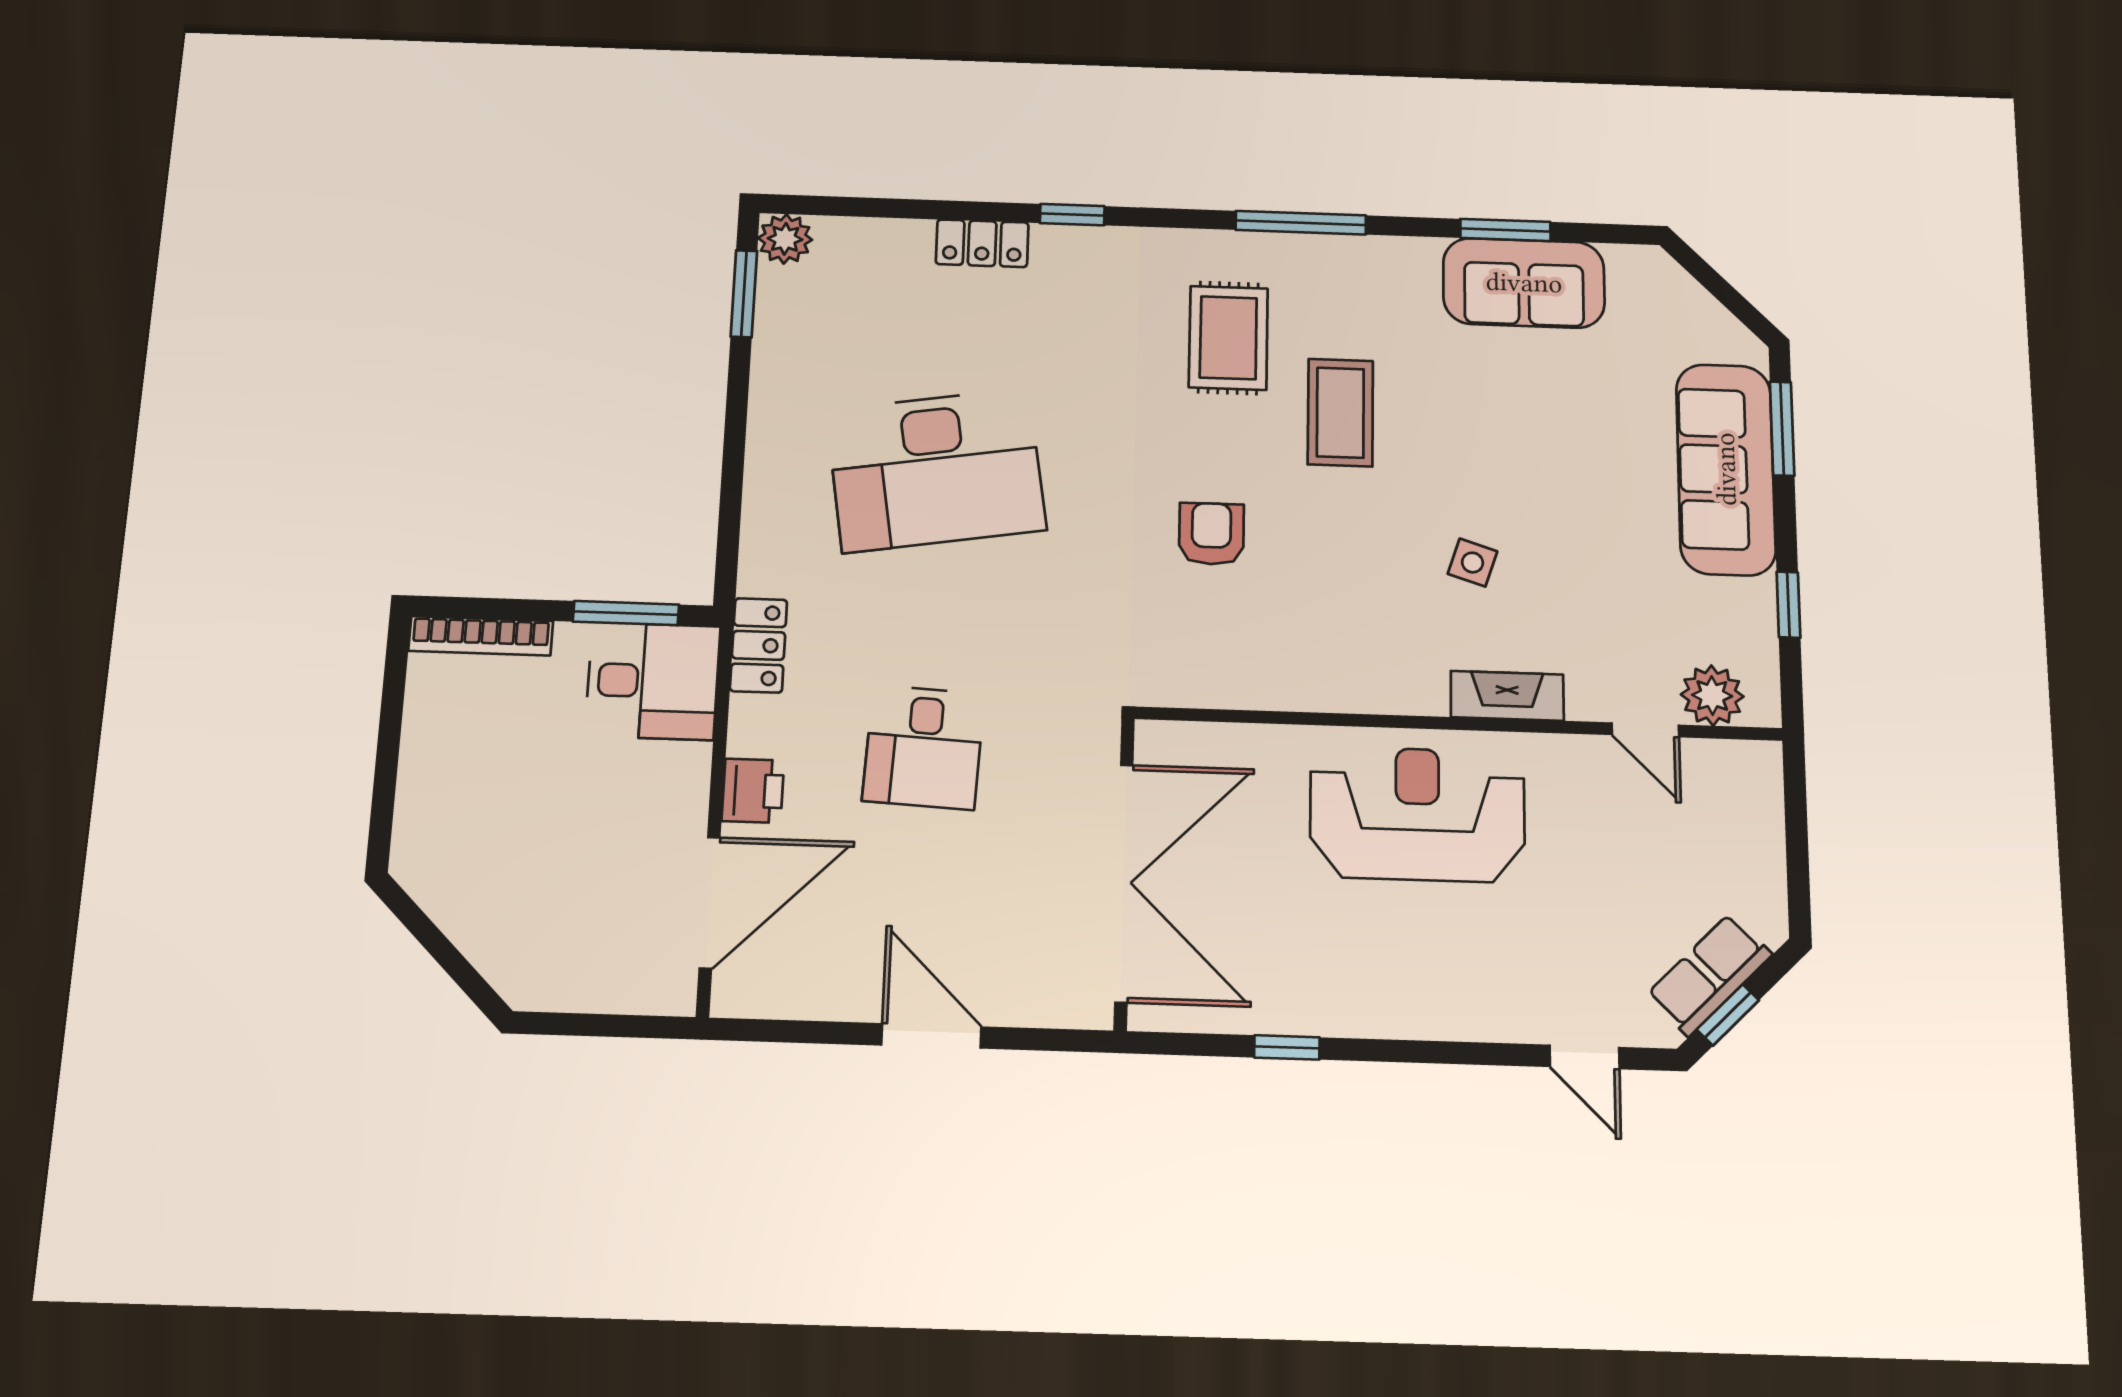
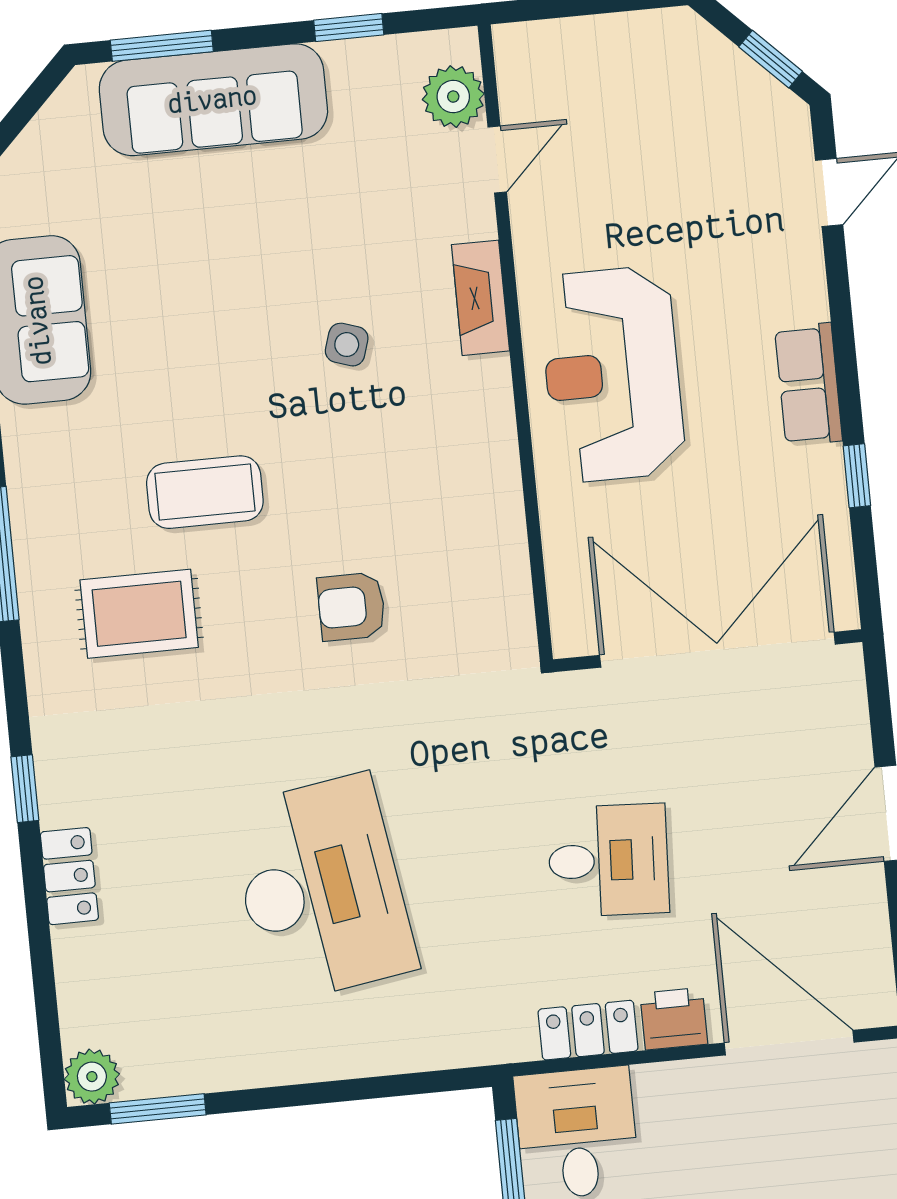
locker: (759, 645) -> (588, 1030), moved
row of seats: (1709, 975) -> (808, 384), moved, turned 45

